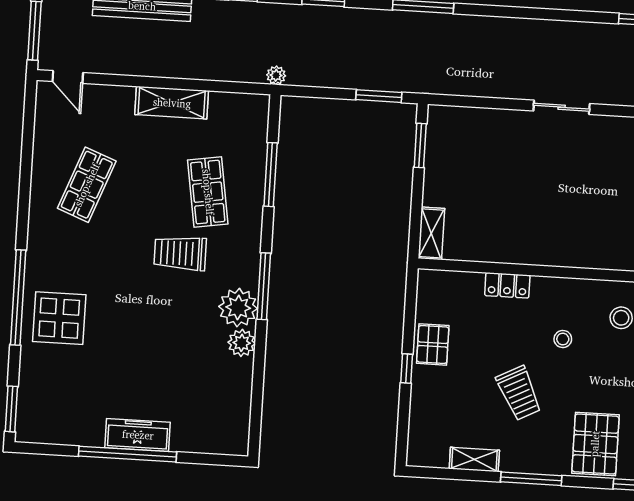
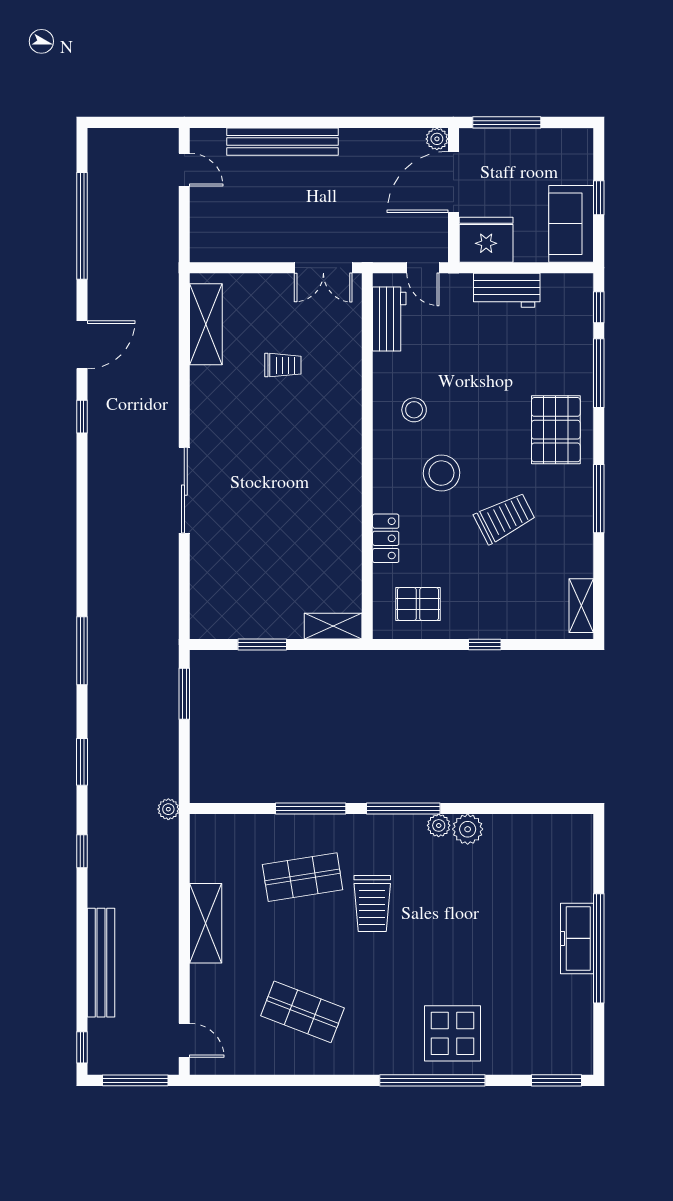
door: (68, 77) -> (184, 1040), hinge flipped
sliding door: (562, 107) -> (184, 490), width x1.37
window: (420, 146) -> (262, 644), moved
window: (271, 175) -> (311, 809), moved
plant: (238, 308) -> (439, 825), width x0.53, depth x0.53
stool: (563, 339) -> (442, 473), width x1.89, depth x1.89
pallet: (433, 344) -> (418, 604), moved
pallet: (595, 444) -> (556, 430), turned 90
shelving: (474, 459) -> (581, 606), moved

